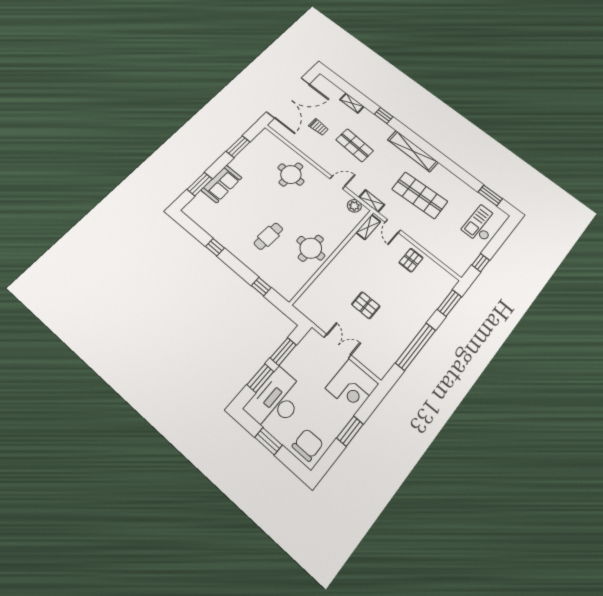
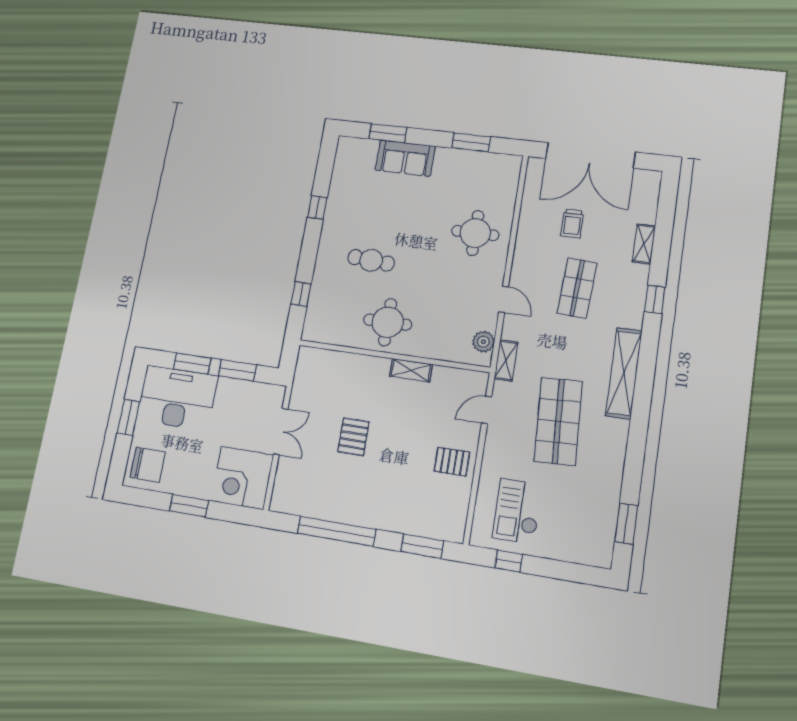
checkout: (481, 225) -> (517, 511), moved, turned -90
shelving: (368, 227) -> (411, 370), moved

